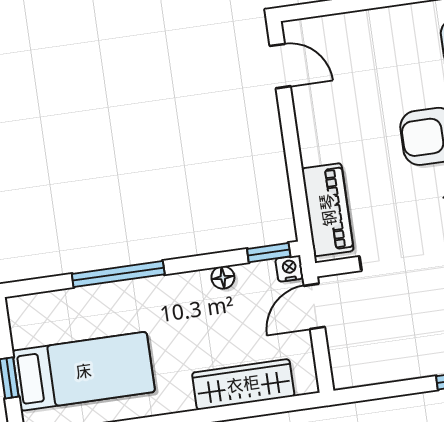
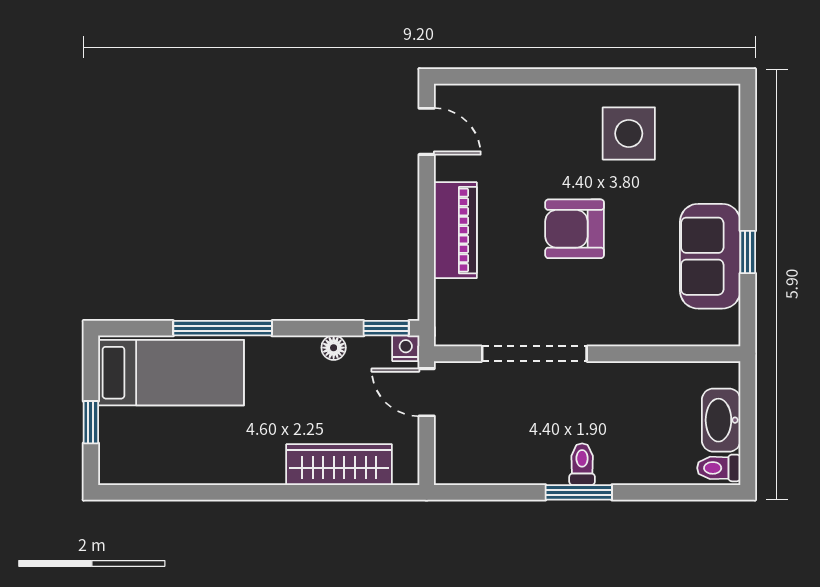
piano: (328, 210) -> (455, 230), moved
door: (314, 306) -> (427, 392), hinge flipped
bed: (84, 371) -> (171, 373), moved

